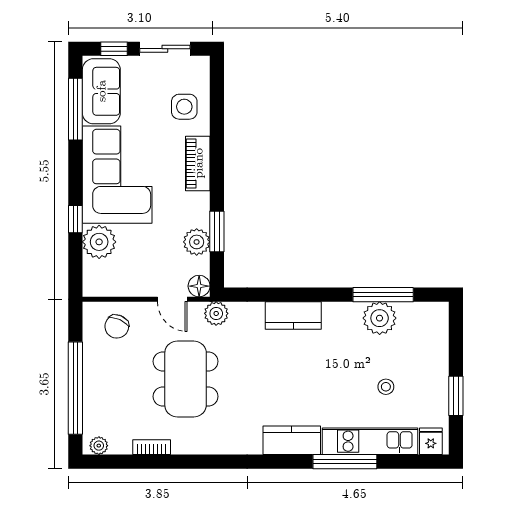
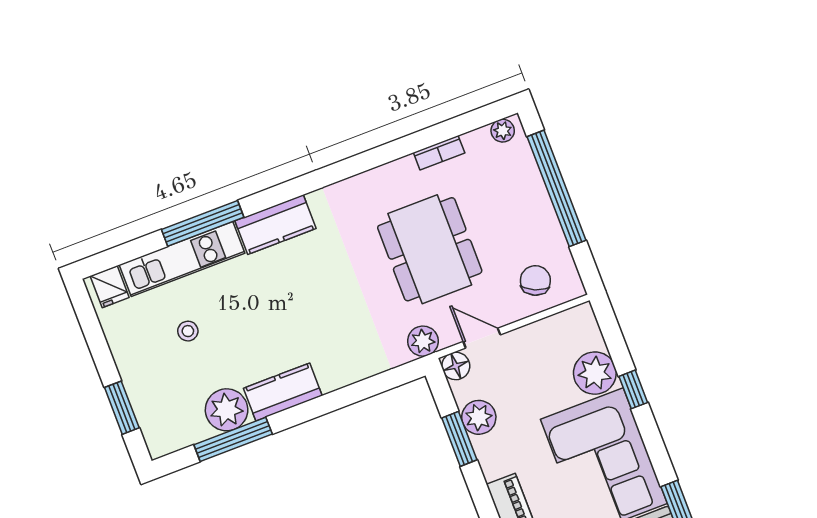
kitchen counter: (293, 315) -> (283, 392), moved
window: (456, 396) -> (122, 408), moved

